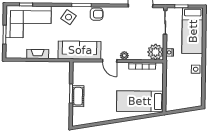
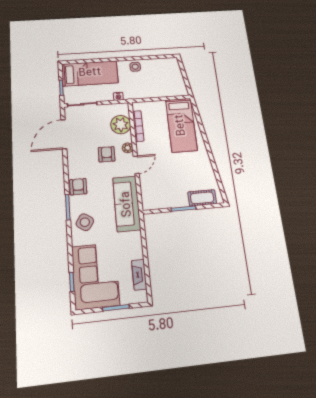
armchair: (121, 38) -> (107, 154), added
plant: (155, 52) -> (121, 125), moved
fireplace: (38, 54) -> (139, 275), moved
cot: (78, 96) -> (202, 198), moved

